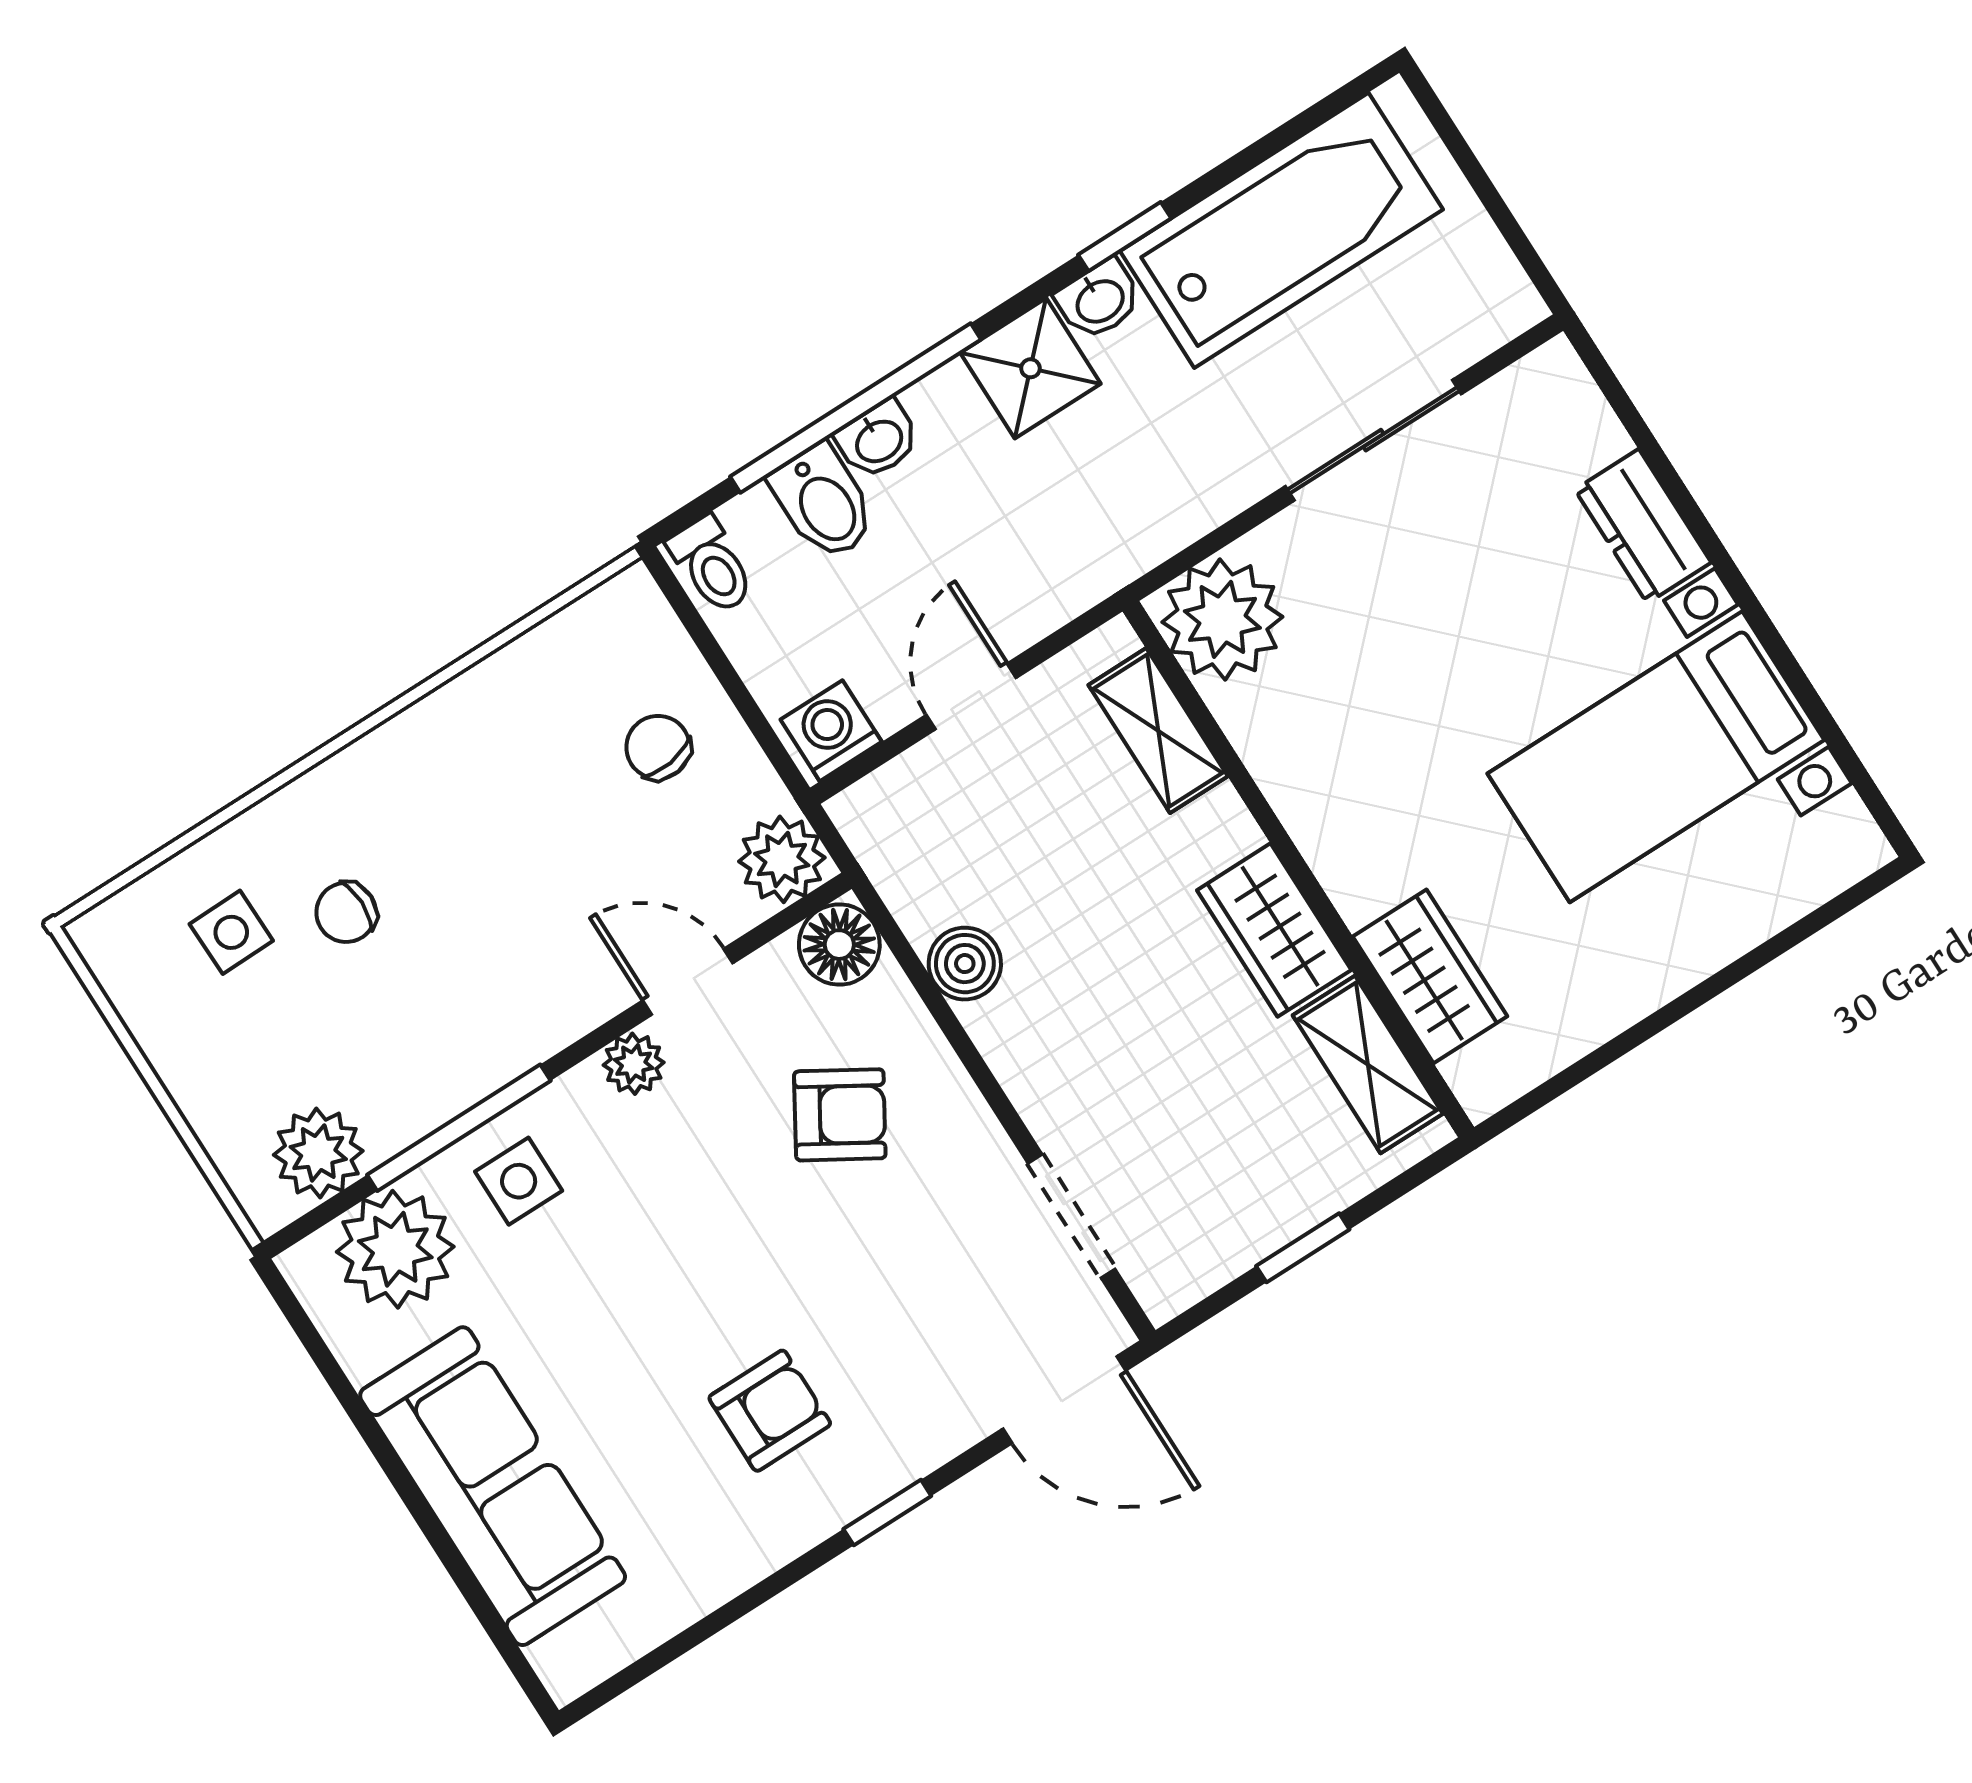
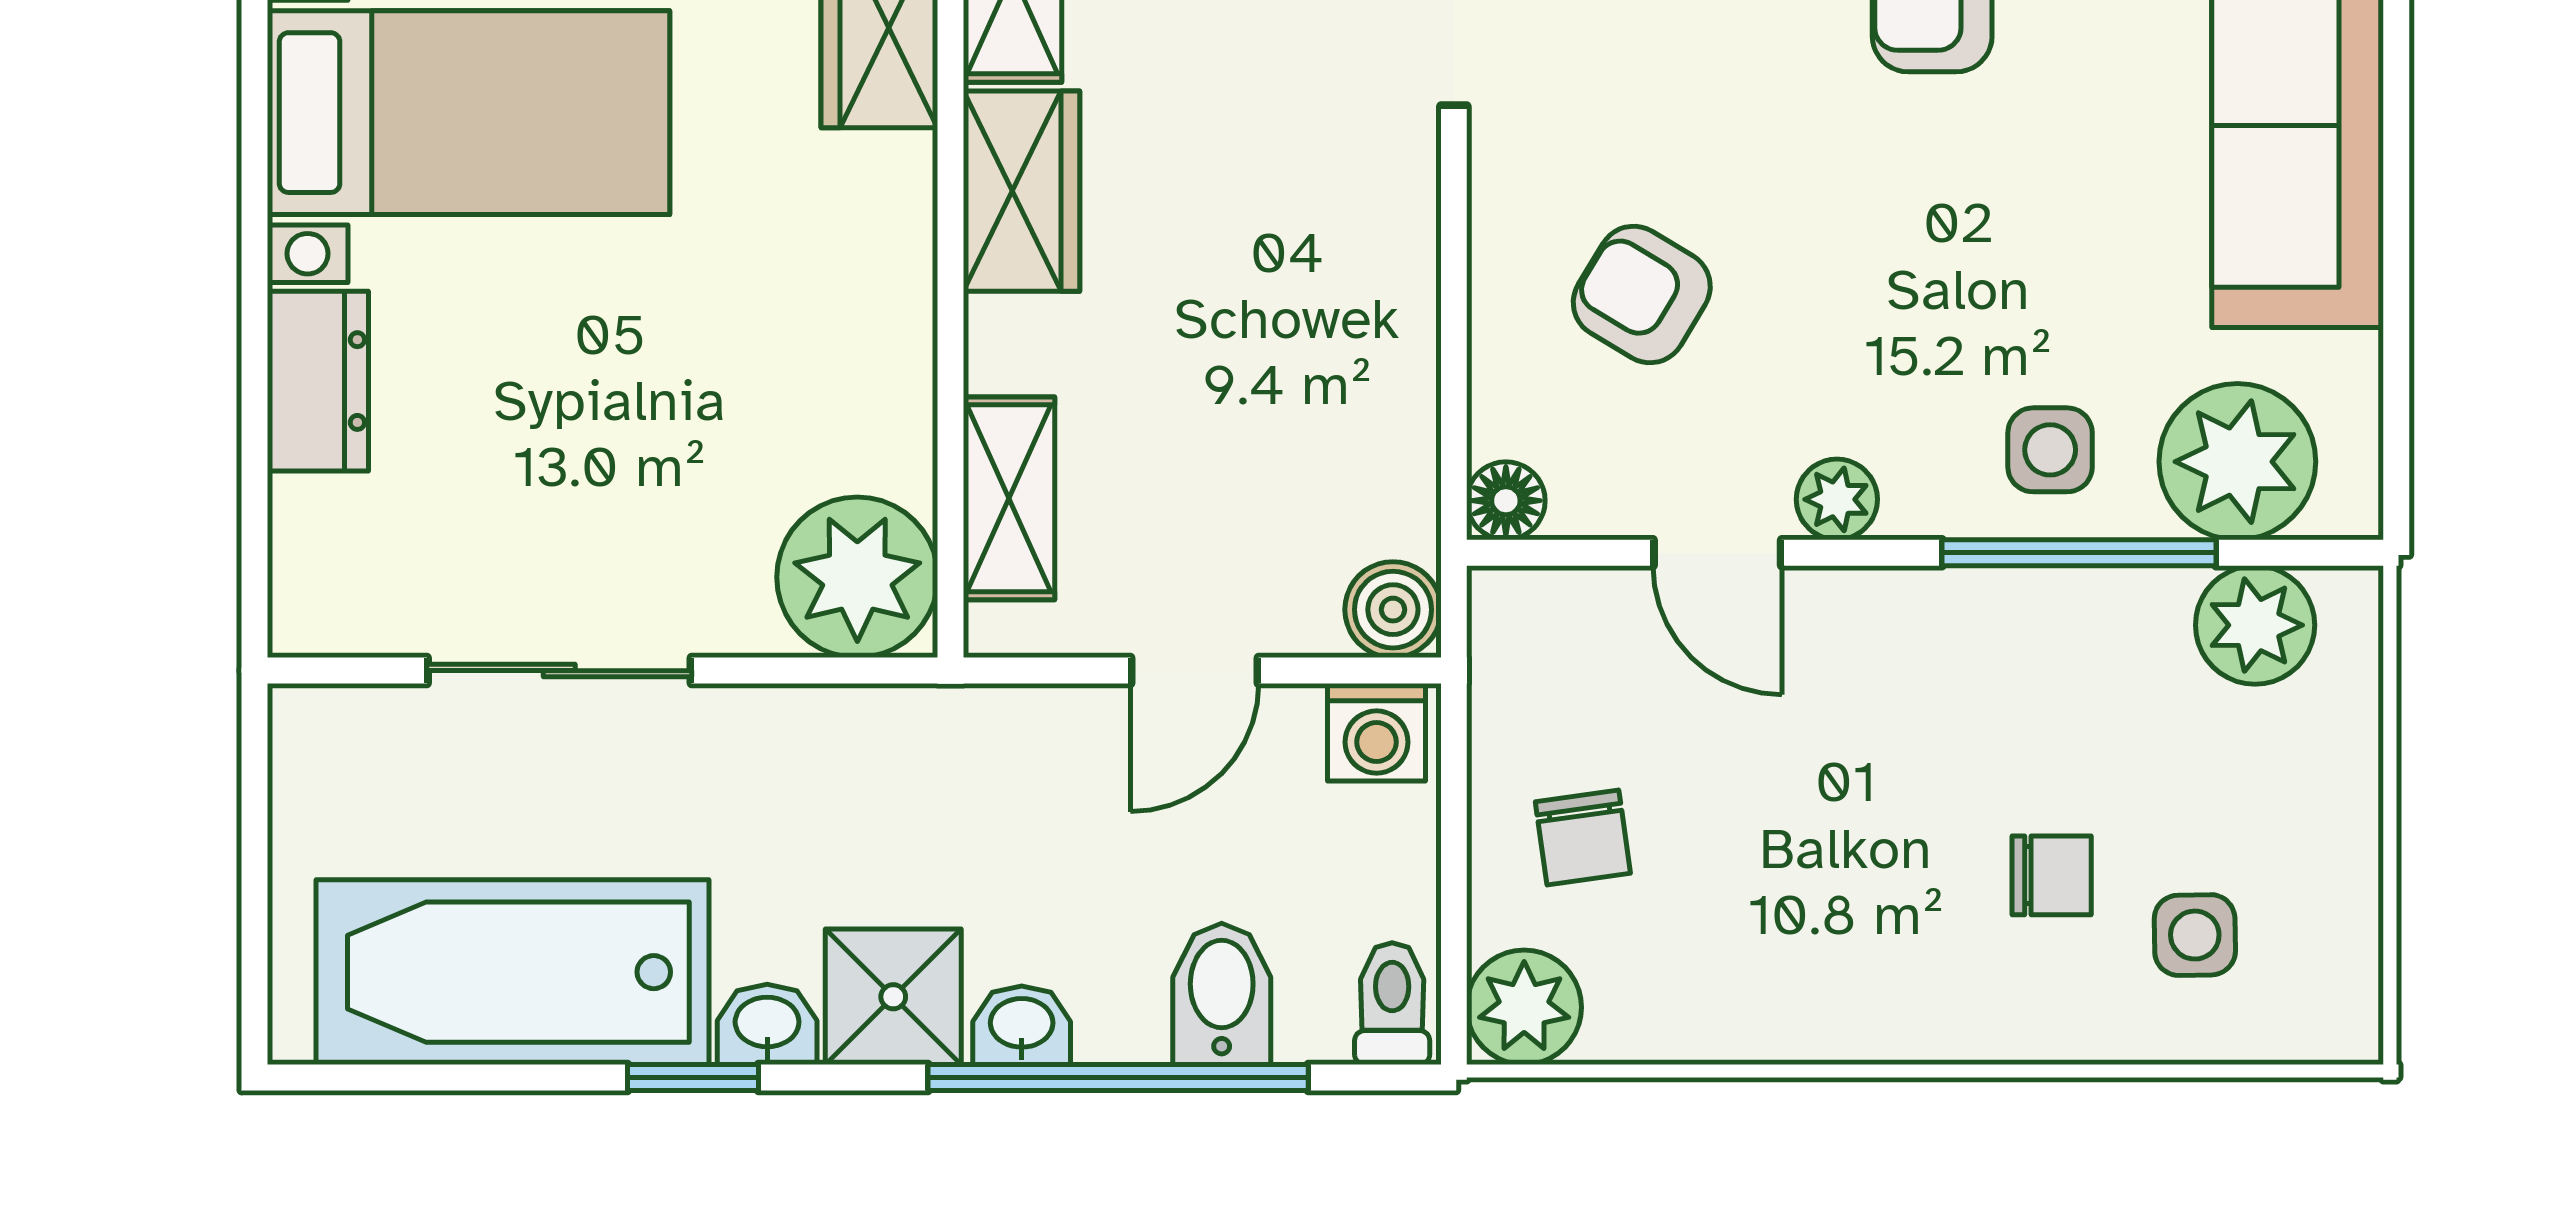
washbasin: (878, 440) -> (1022, 1025), moved
plant: (782, 859) -> (1524, 1007), moved
floor lamp: (839, 945) -> (1506, 501), width x0.73, depth x0.73
boiler: (965, 964) -> (1393, 610), moved

